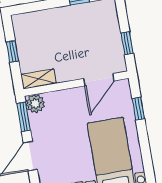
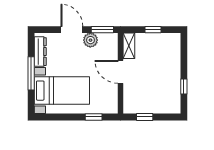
door: (99, 80) -> (121, 72), moved
plant: (35, 104) -> (90, 40), moved

